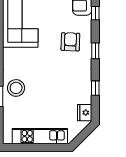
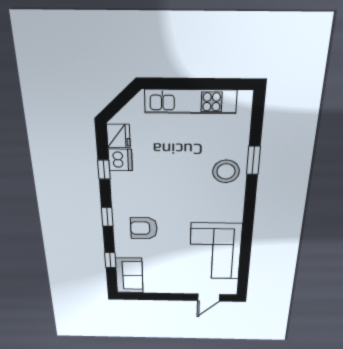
armchair: (70, 42) -> (144, 228), turned 88
dishwasher: (84, 95) -> (120, 160), added

